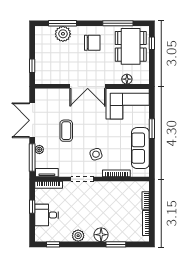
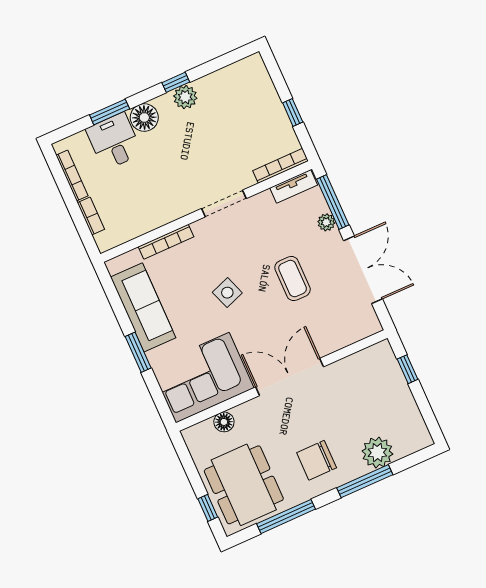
window: (63, 23) -> (365, 481), moved
side table: (96, 154) -> (227, 293), moved
desk: (47, 215) -> (114, 141), moved, turned -90
window: (53, 244) -> (176, 82), moved

